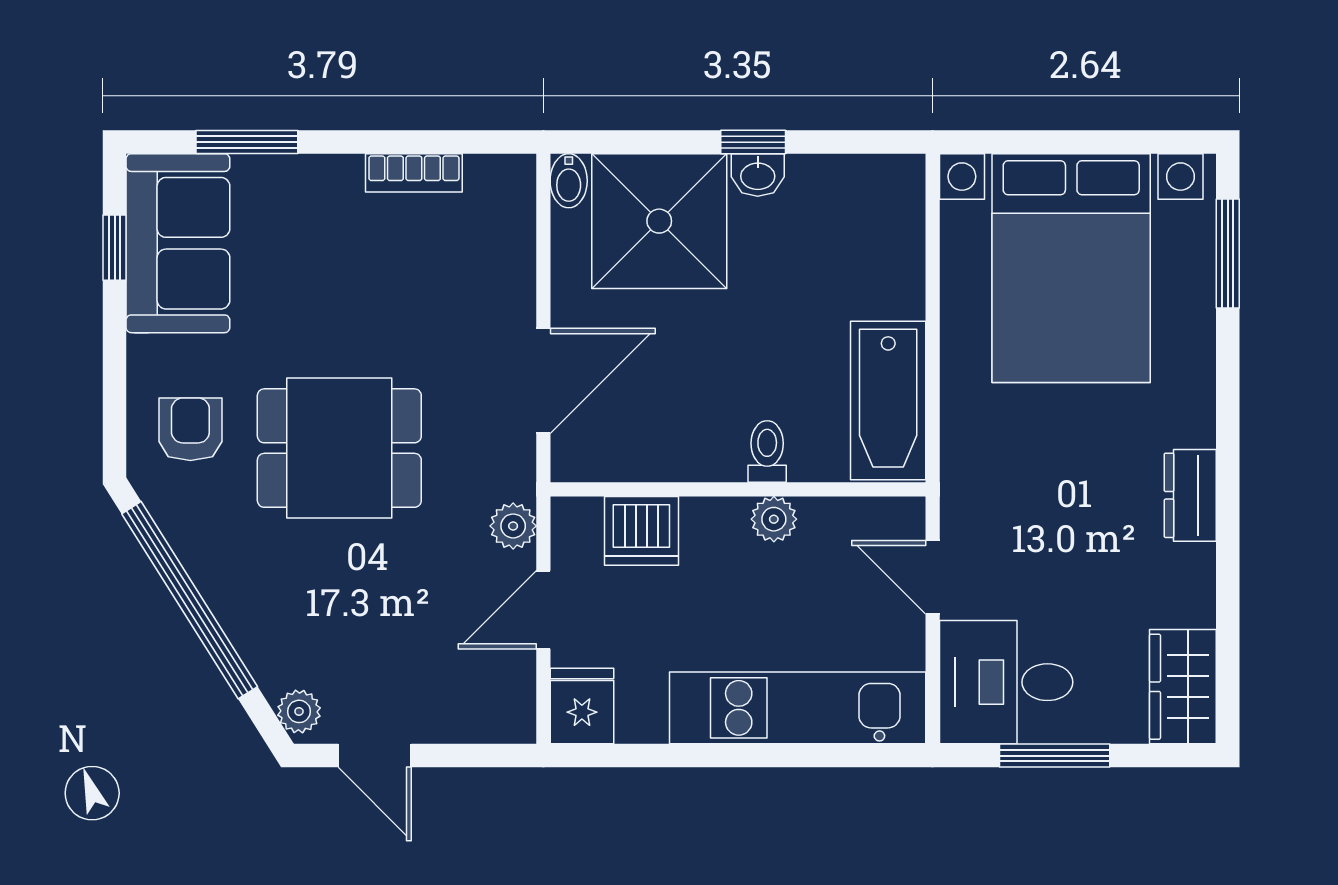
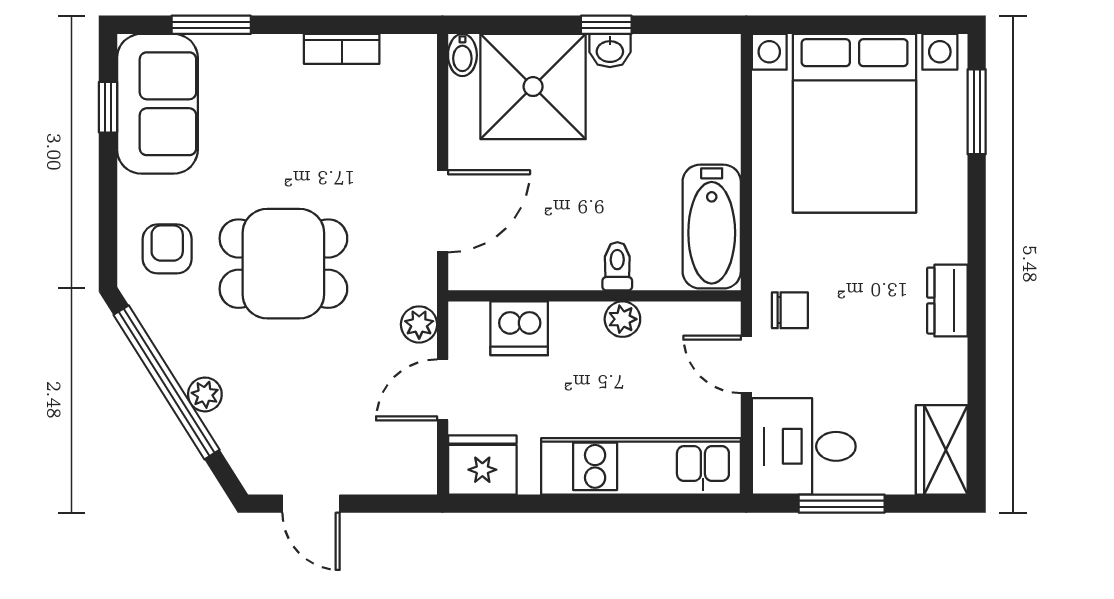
chair: (988, 508) -> (790, 310), added
fridge: (582, 706) -> (482, 465), width x1.38
plant: (299, 711) -> (205, 394), moved

